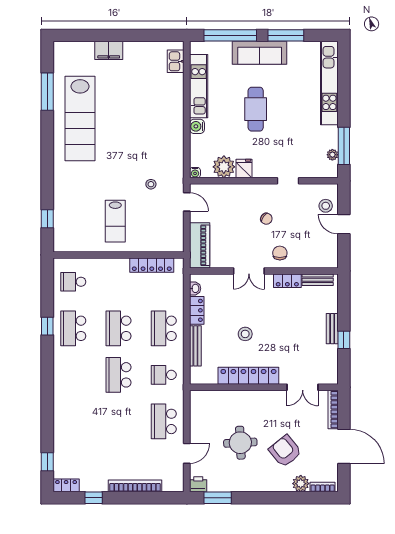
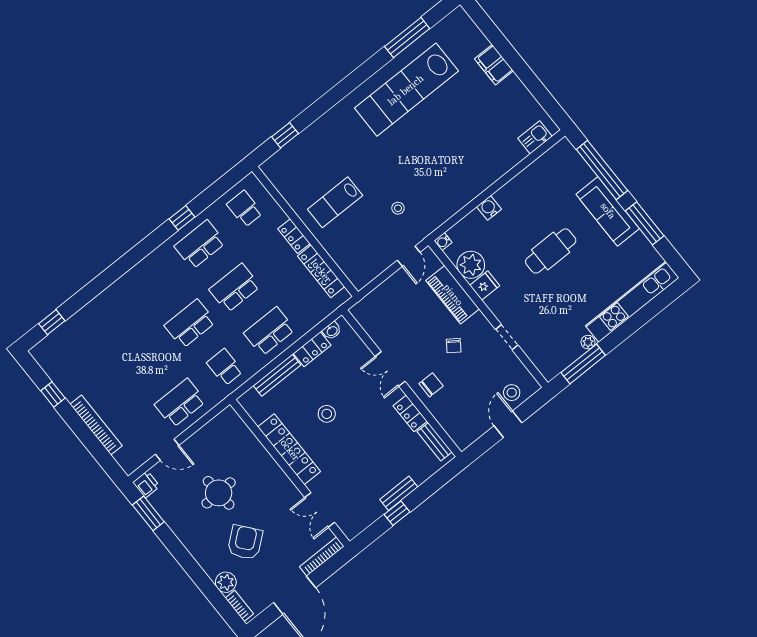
kitchen unit: (199, 86) -> (529, 179), removed
plant: (332, 155) -> (588, 342), moved
piano: (200, 245) -> (453, 295), moved, turned 90
locker: (66, 485) -> (294, 236), moved, turned 180

